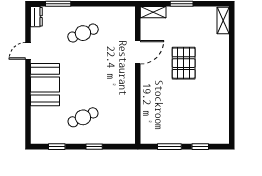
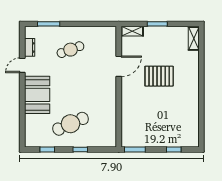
dresser: (36, 17) -> (30, 47), moved
pallet: (184, 63) -> (159, 76), turned 90
cafe table: (83, 117) -> (70, 124), width x1.37, depth x1.35
window: (169, 147) -> (135, 149), moved

